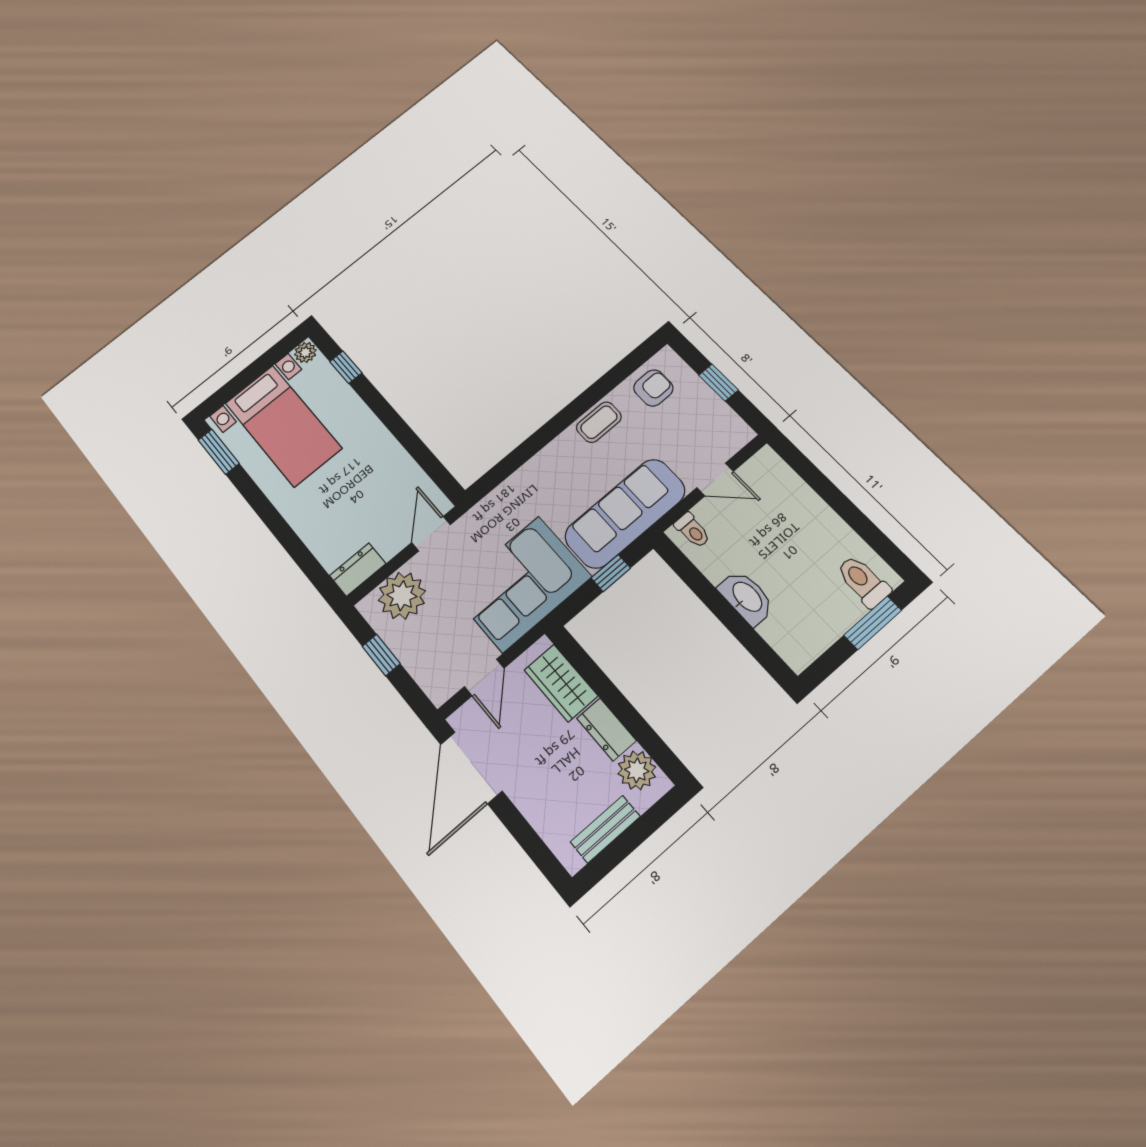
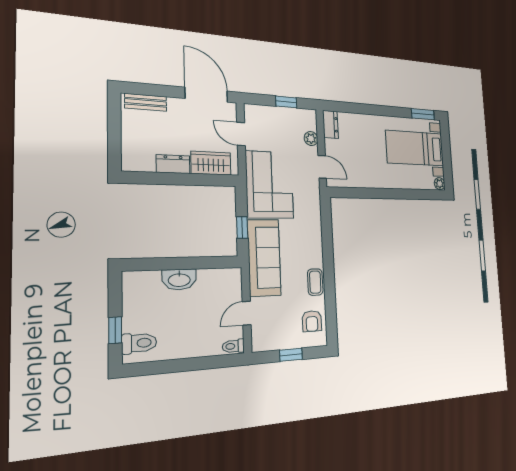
window: (346, 367) -> (421, 194), removed
toilet: (692, 530) -> (233, 346), moved
plant: (402, 596) -> (311, 139), width x0.53, depth x0.53
window: (873, 623) -> (115, 330), width x0.67
plant: (637, 770) -> (143, 161), removed
bench: (605, 829) -> (146, 102), moved, turned 90

